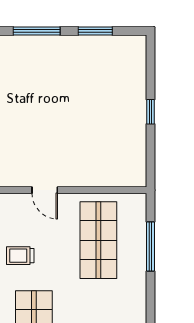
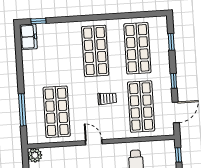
plant: (136, 176) -> (35, 155), added

